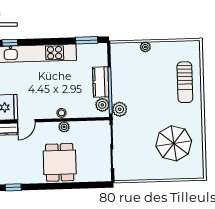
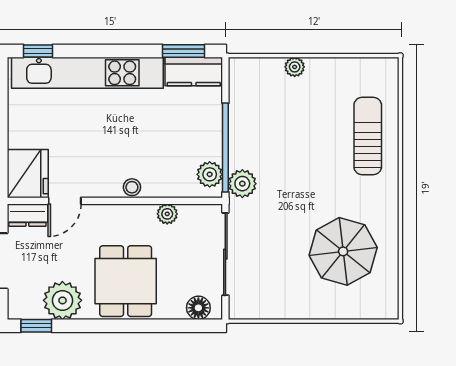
kitchen counter: (101, 82) -> (194, 72), moved, turned -90
sun lounger: (185, 82) -> (368, 136), turned 180
plant: (64, 127) -> (167, 214), moved
plant: (27, 174) -> (62, 300), added
floor lamp: (98, 175) -> (198, 308), added

